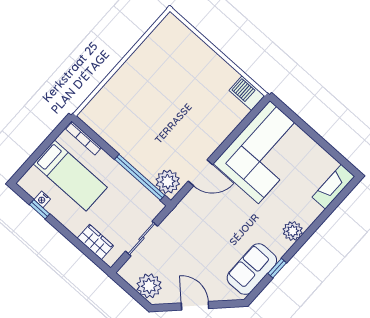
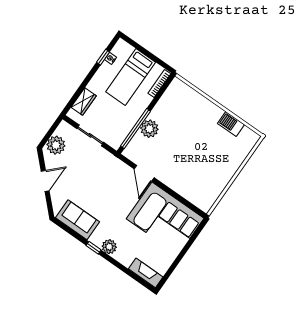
barbecue: (247, 93) -> (231, 124), moved, turned -90
plant: (168, 182) -> (149, 129), moved
window: (277, 268) -> (94, 248), moved

